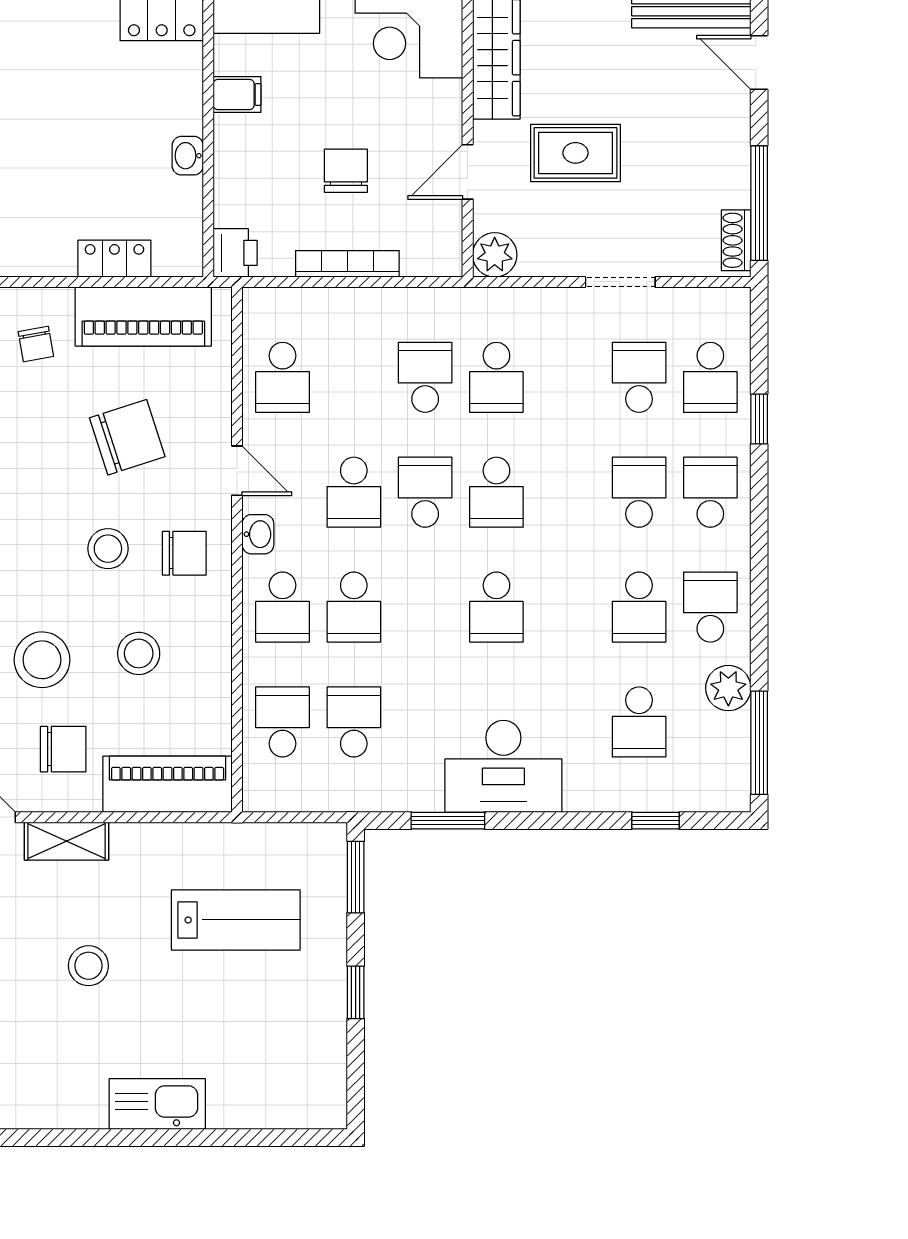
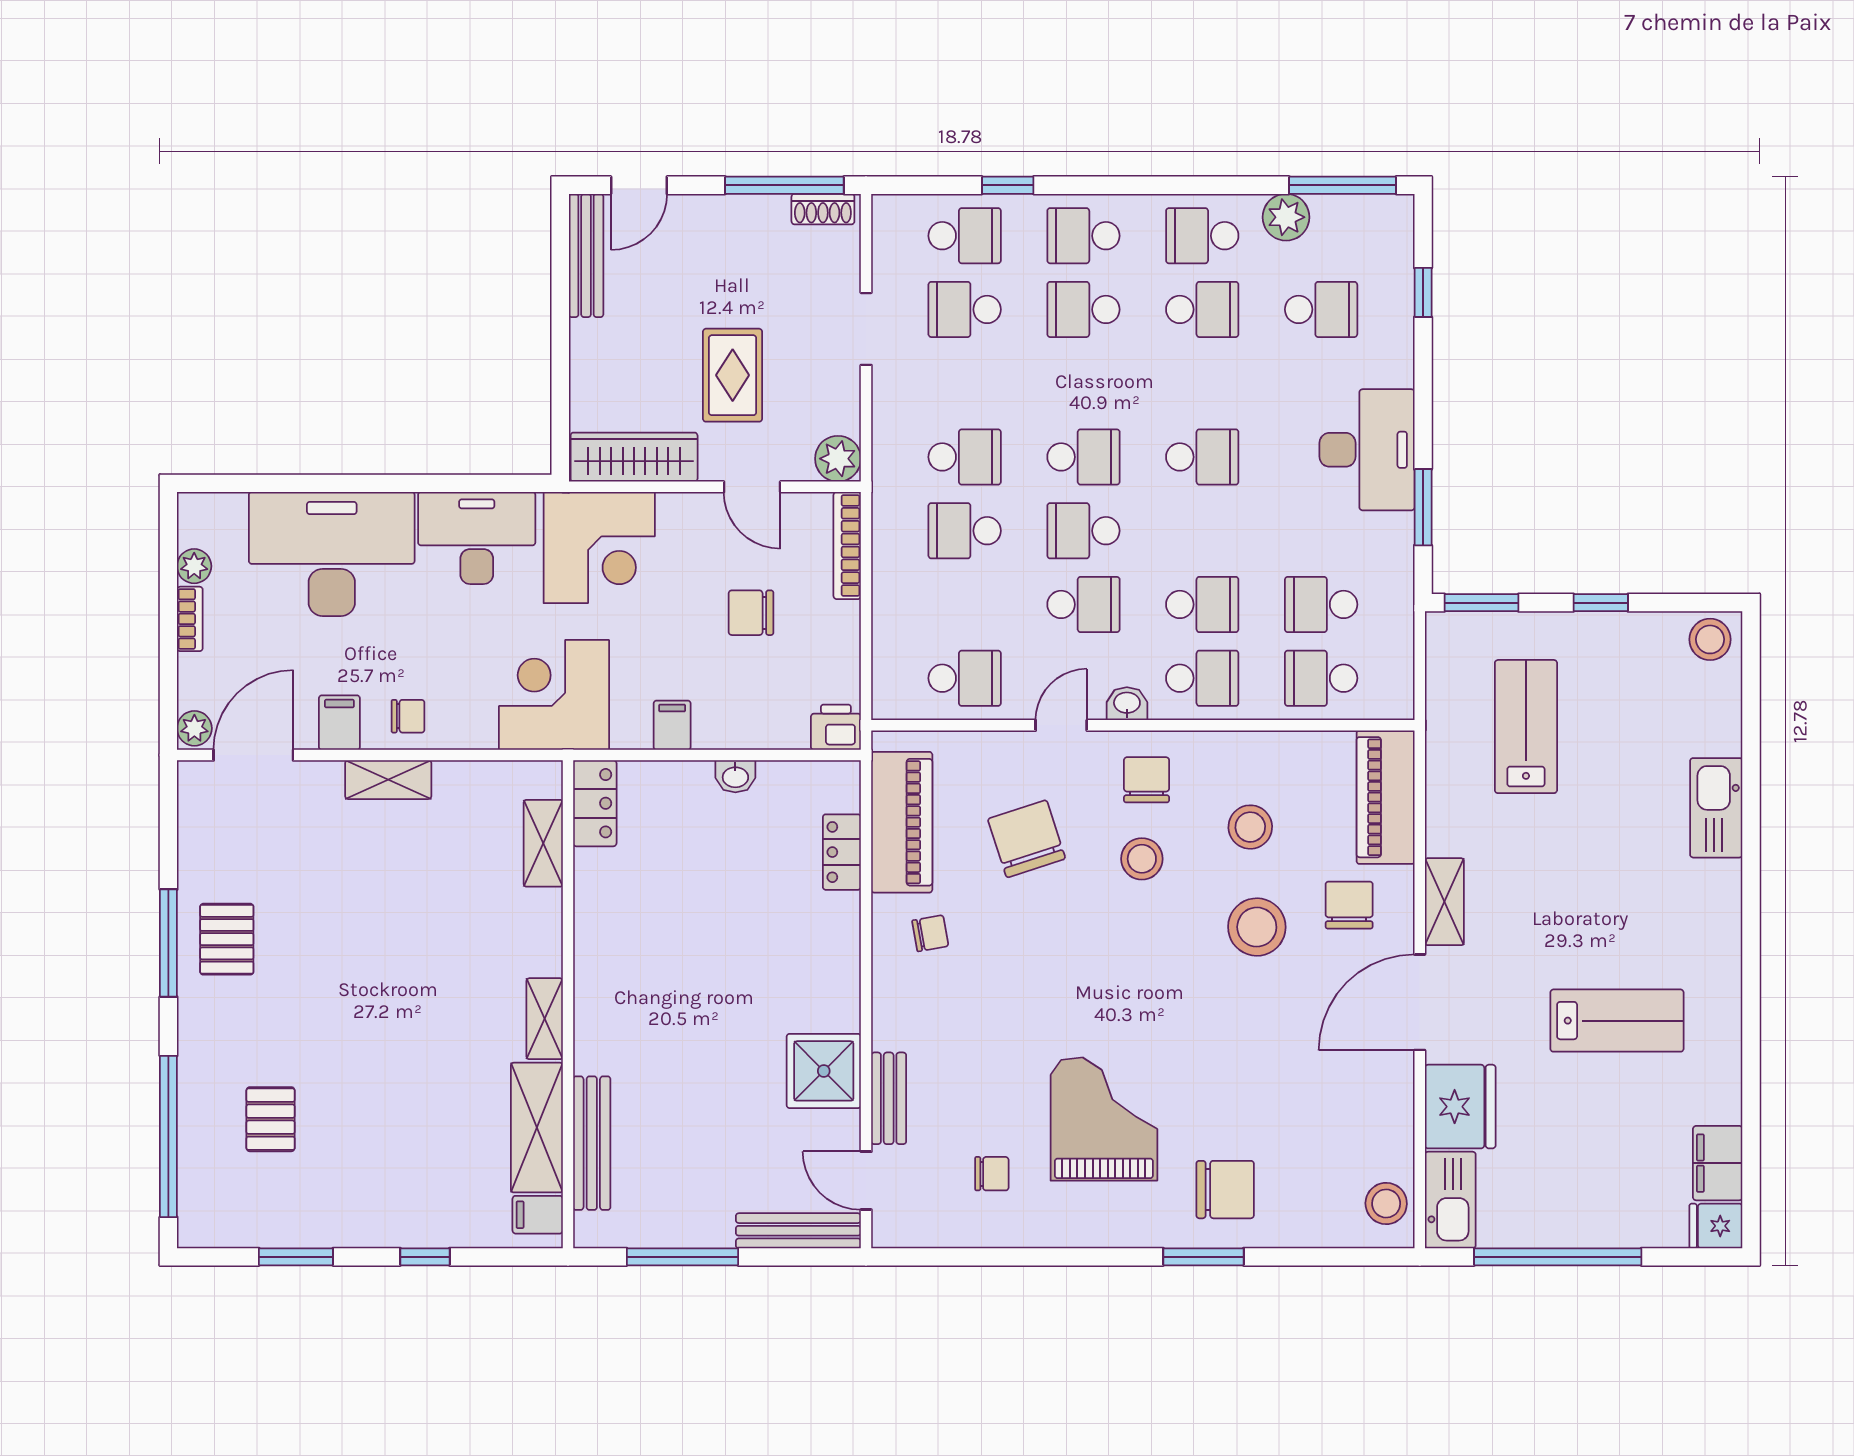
bookcase: (347, 264) -> (847, 545), moved
stool: (88, 966) -> (1710, 639), moved

